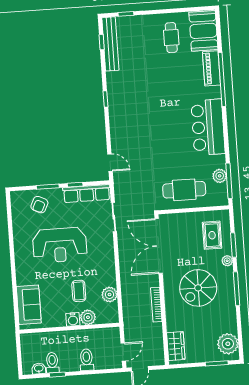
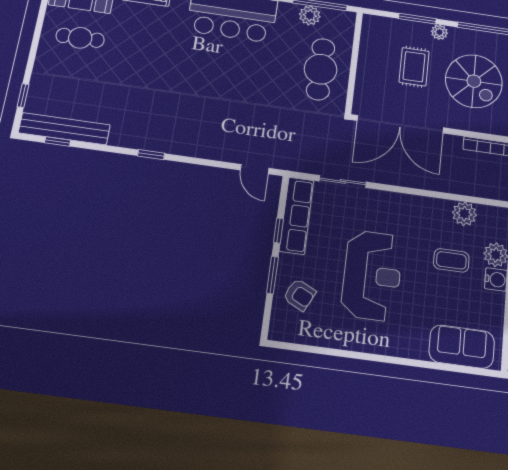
door: (110, 163) -> (255, 169), swing flipped
rug: (212, 235) -> (414, 67), moved, turned 90

